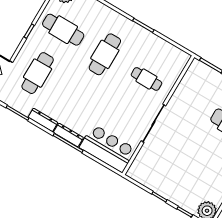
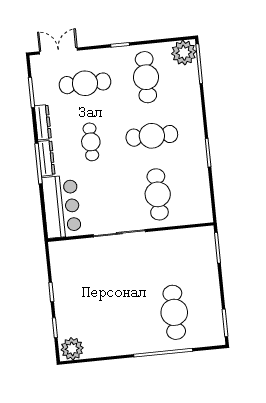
cafe table: (146, 79) -> (158, 194), width x1.37, depth x1.35
cafe table: (79, 98) -> (91, 142), added

